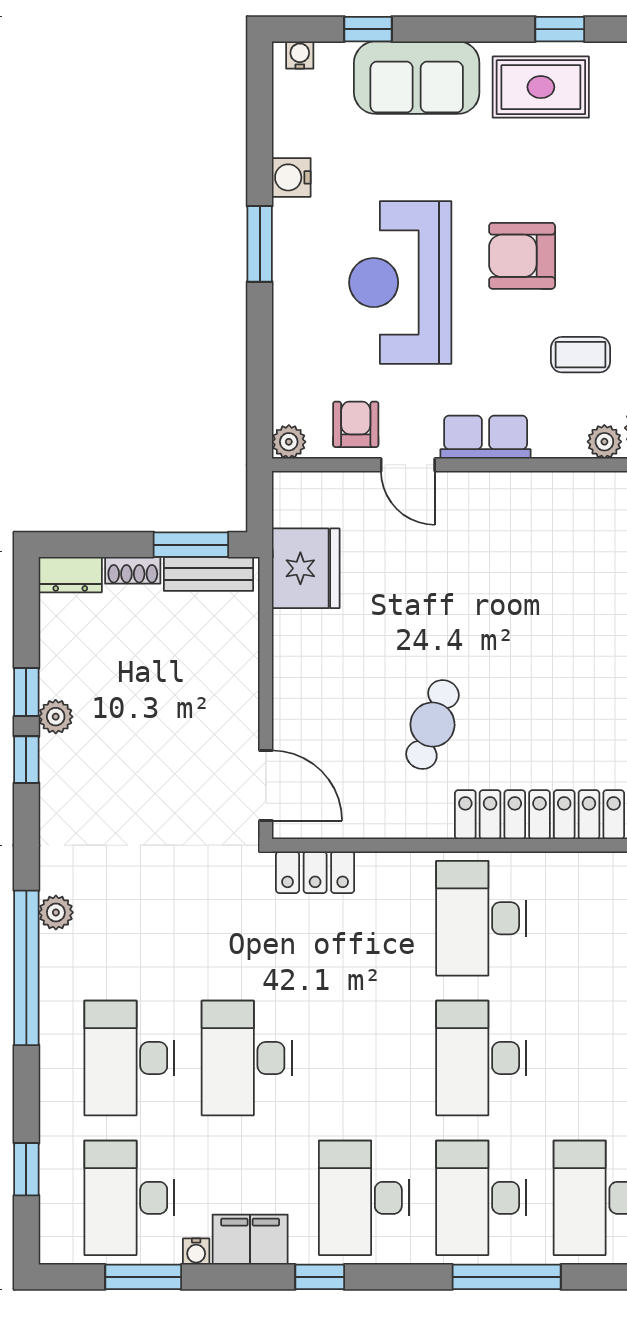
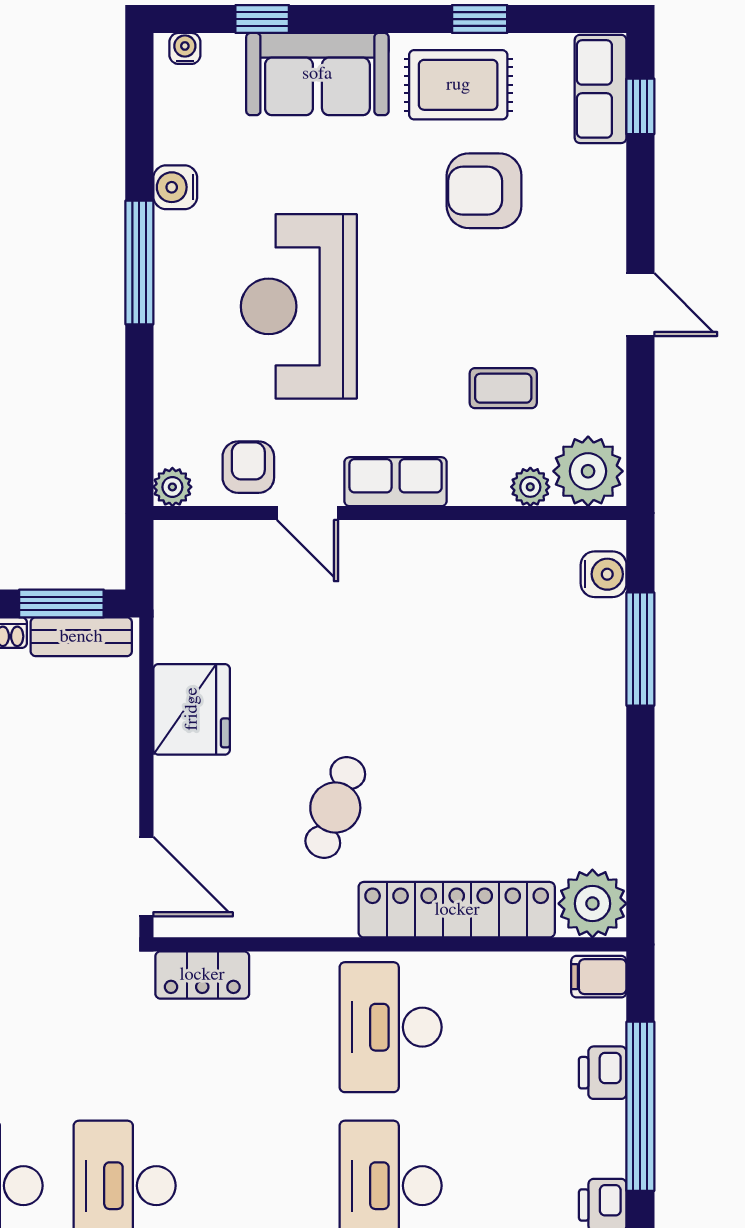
window: (260, 244) -> (139, 263), width x1.44
armchair: (522, 256) -> (484, 191), moved
fridge: (306, 568) -> (192, 709), moved

